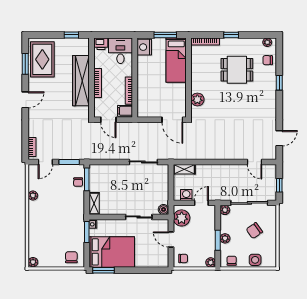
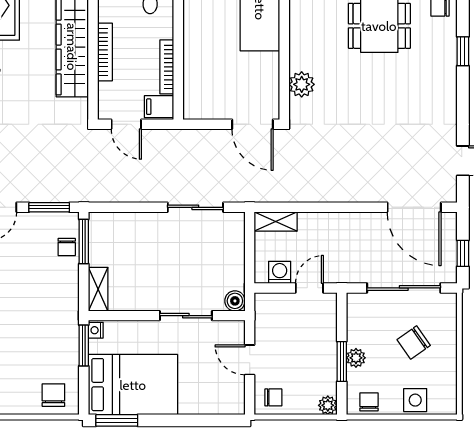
door: (255, 162) -> (414, 207), width x1.87
plant: (225, 210) -> (356, 302), removed
plant: (182, 218) -> (270, 318), removed

